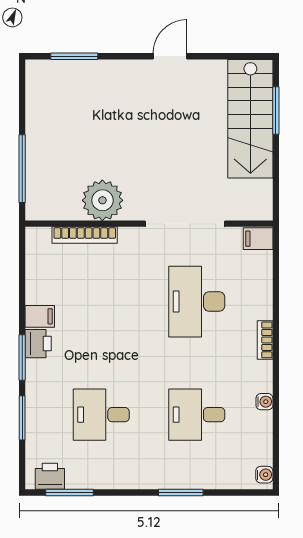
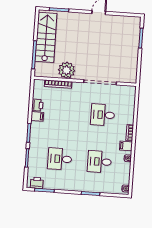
stairs: (250, 119) -> (46, 37), moved, turned 180
filing cabinet: (258, 239) -> (126, 146), moved
desk: (197, 302) -> (103, 115), width x0.73
printer: (38, 344) -> (37, 105), moved

